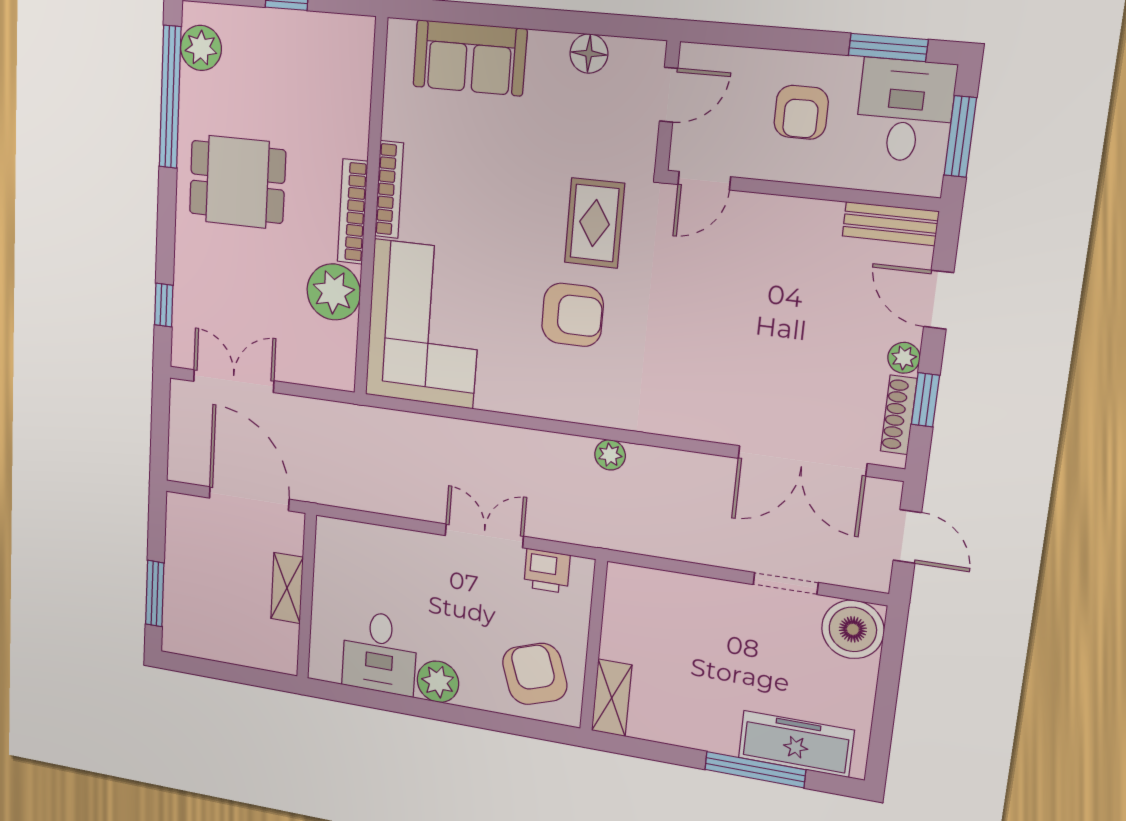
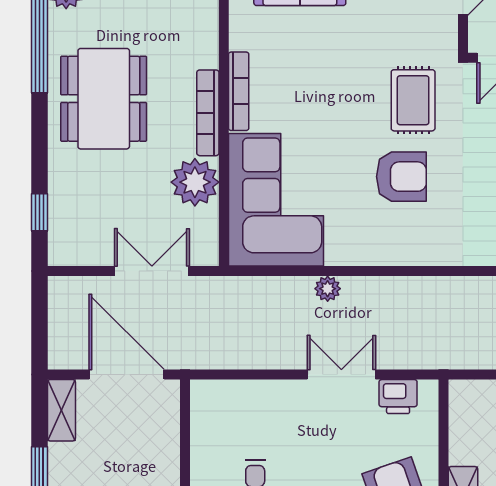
dining table: (237, 182) -> (104, 99), width x1.37
double door: (234, 381) -> (152, 271), moved
plant: (610, 455) -> (328, 289), moved
shelving: (287, 588) -> (61, 410), moved

